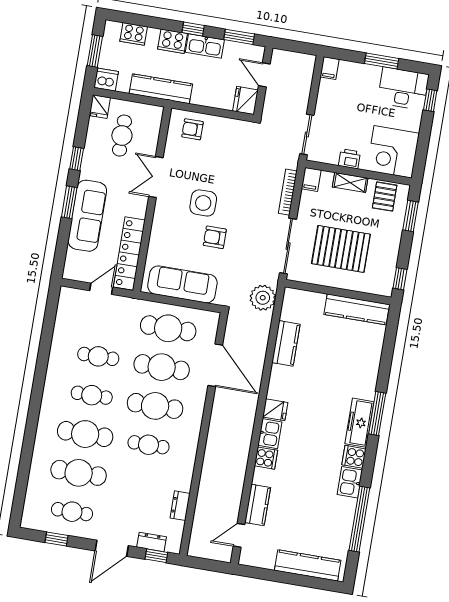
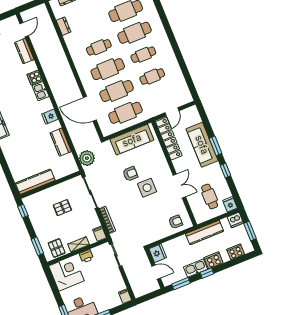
pallet: (341, 249) -> (62, 208), width x0.49, depth x0.50
fridge: (275, 410) -> (50, 117), moved

